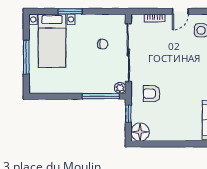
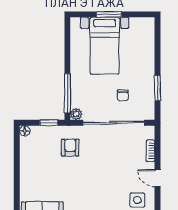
window: (70, 11) -> (158, 88), moved
bed with nightstands: (52, 41) -> (105, 46), moved, turned -90
window: (26, 57) -> (109, 14), width x0.69
floor lamp: (140, 132) -> (25, 131), width x0.53, depth x0.53

